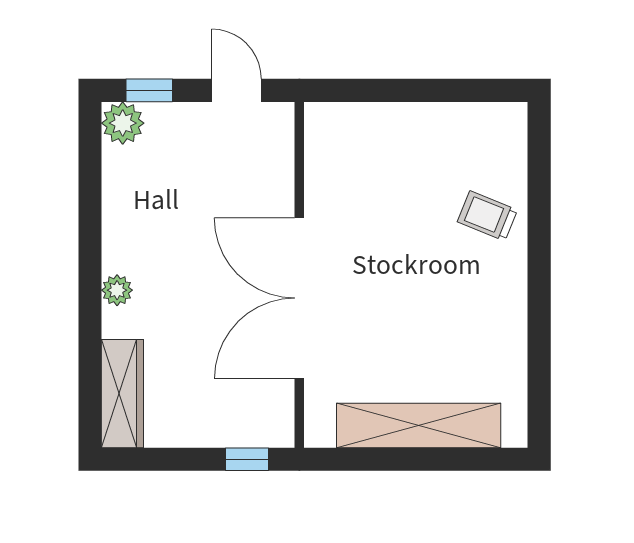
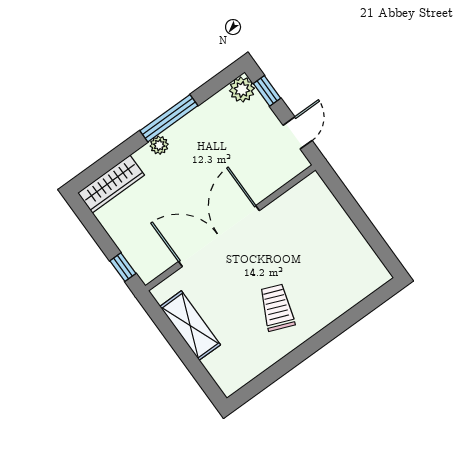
trolley: (487, 216) -> (277, 308), moved, width x1.36, depth x1.39
window: (90, 250) -> (169, 118), added
shelving: (419, 425) -> (190, 326), width x0.68

